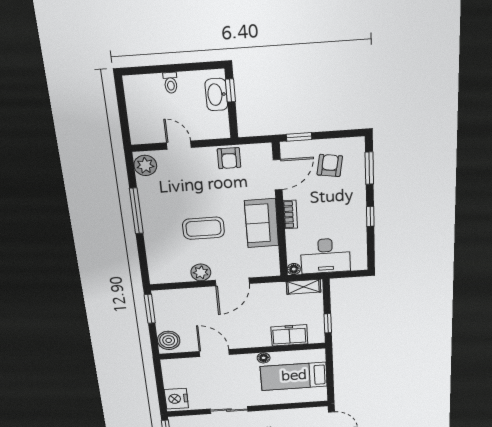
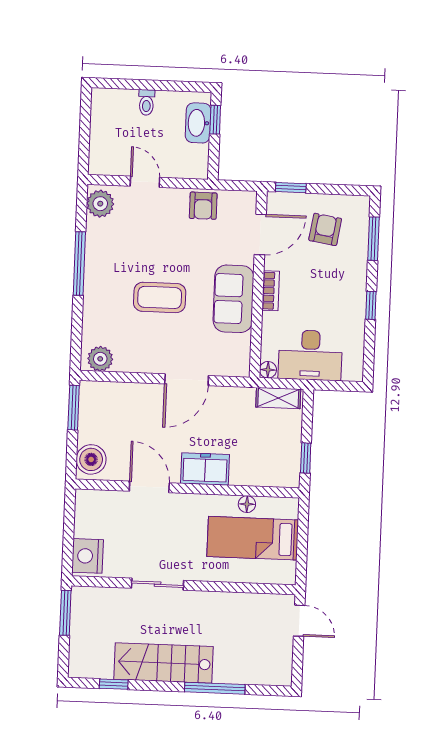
plant: (201, 272) -> (100, 359), moved
freezer: (289, 335) -> (205, 469), moved
floor lamp: (264, 358) -> (247, 504), moved

